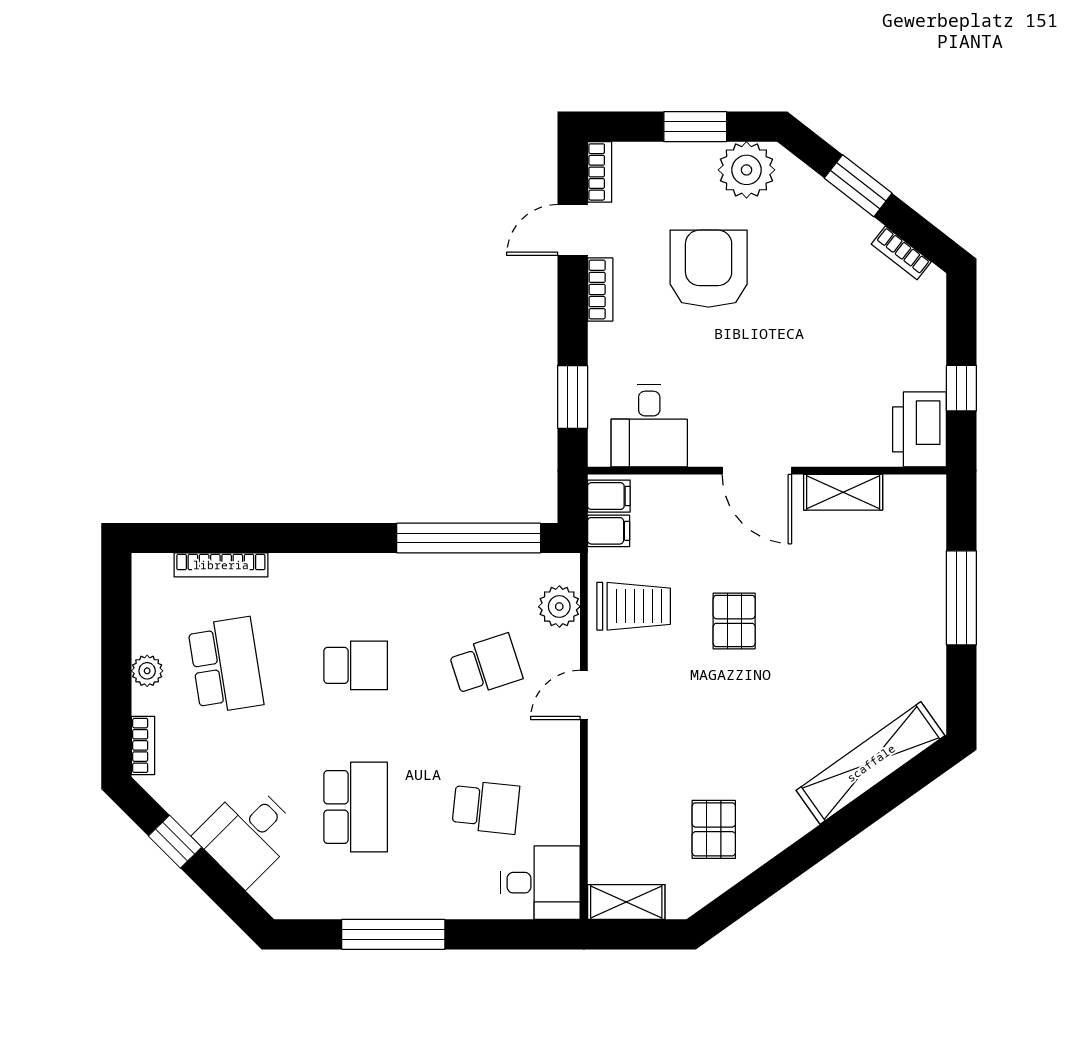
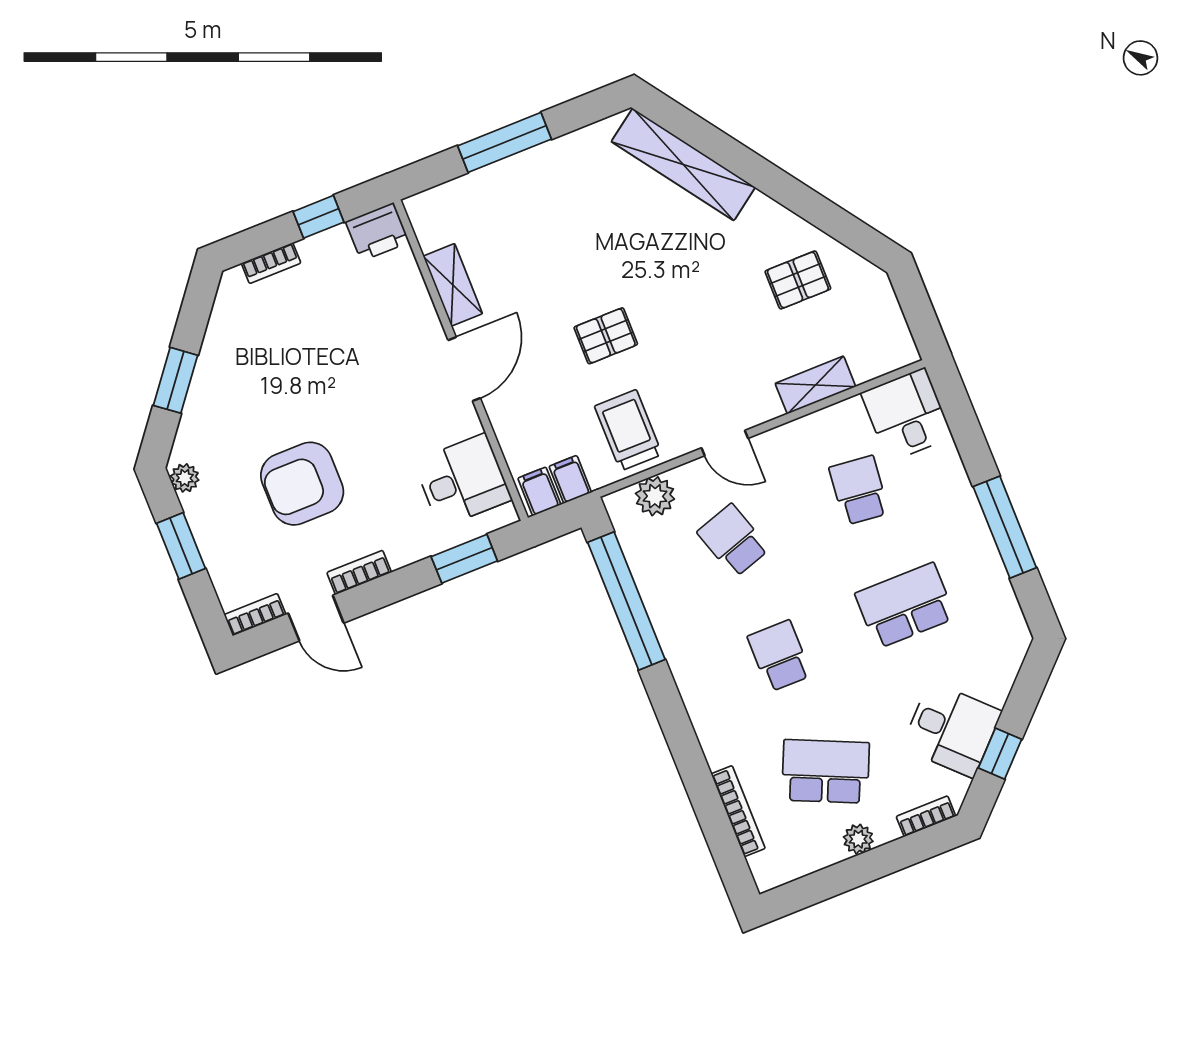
plant: (746, 170) -> (185, 478), width x0.53, depth x0.53
bookcase: (901, 253) -> (271, 263), moved, turned 52
printer: (919, 429) -> (377, 232), width x0.73, depth x0.84
school desk: (226, 665) -> (826, 771), turned 33
desk: (248, 834) -> (951, 729), moved
shelving: (626, 902) -> (815, 385), moved, turned 90

